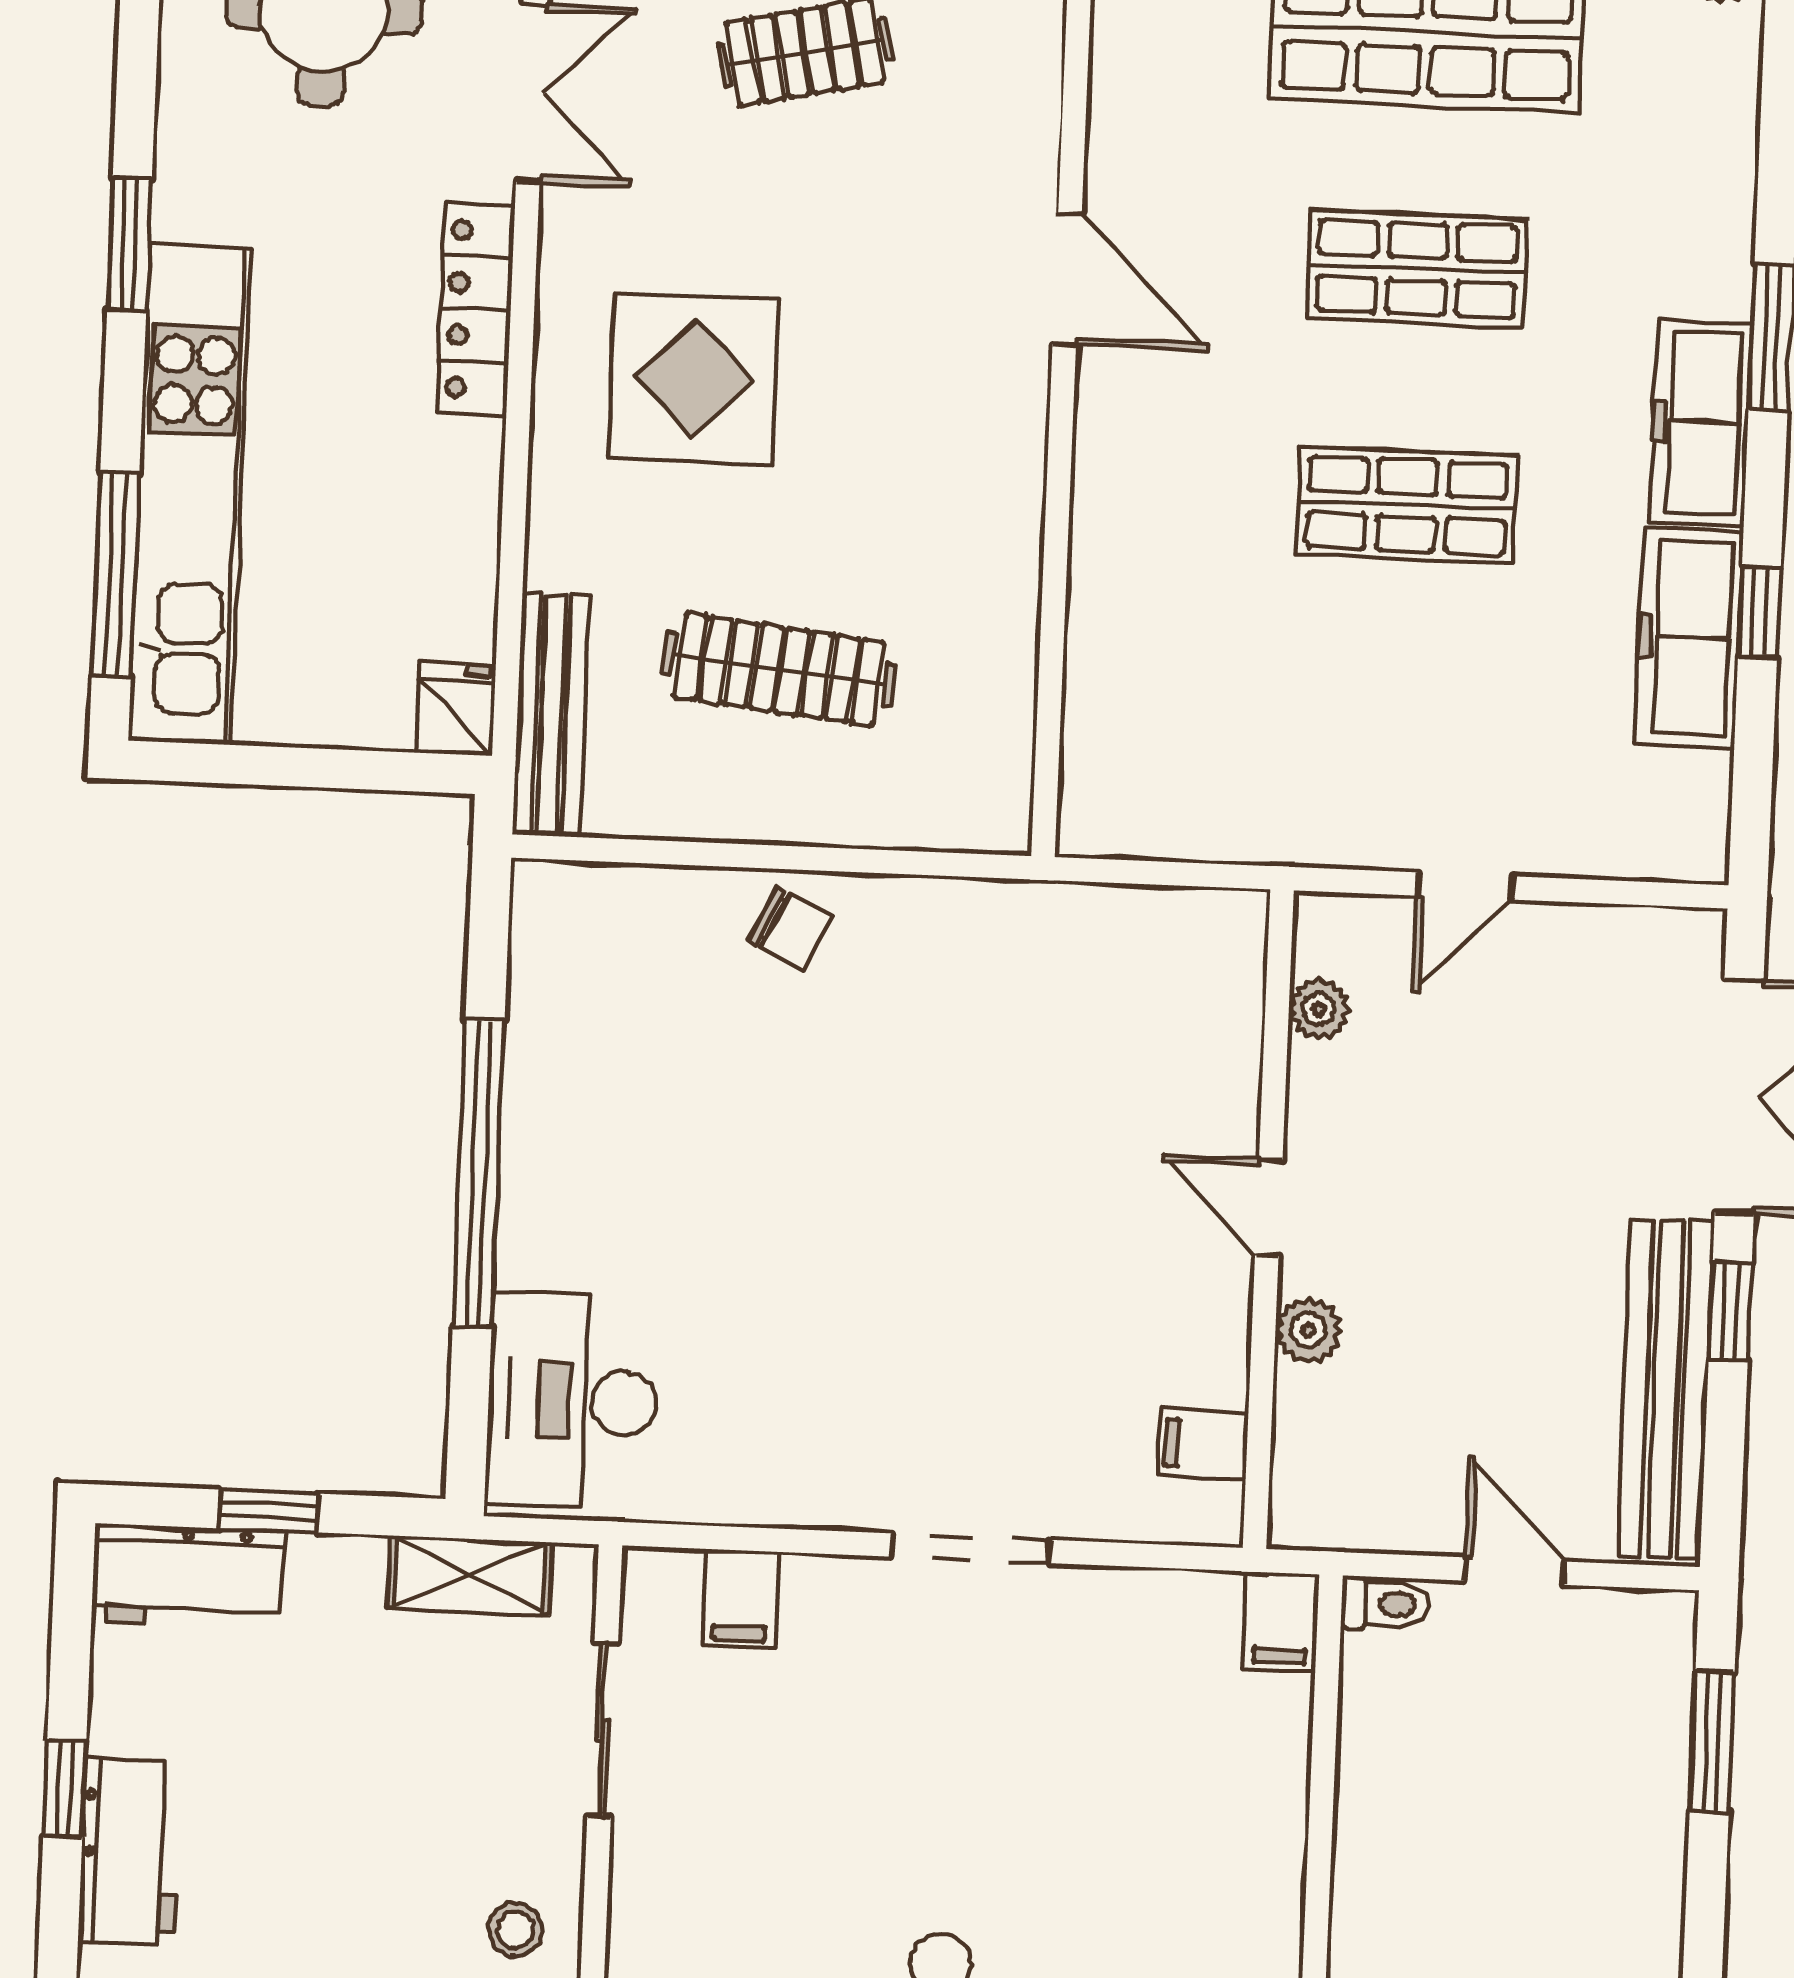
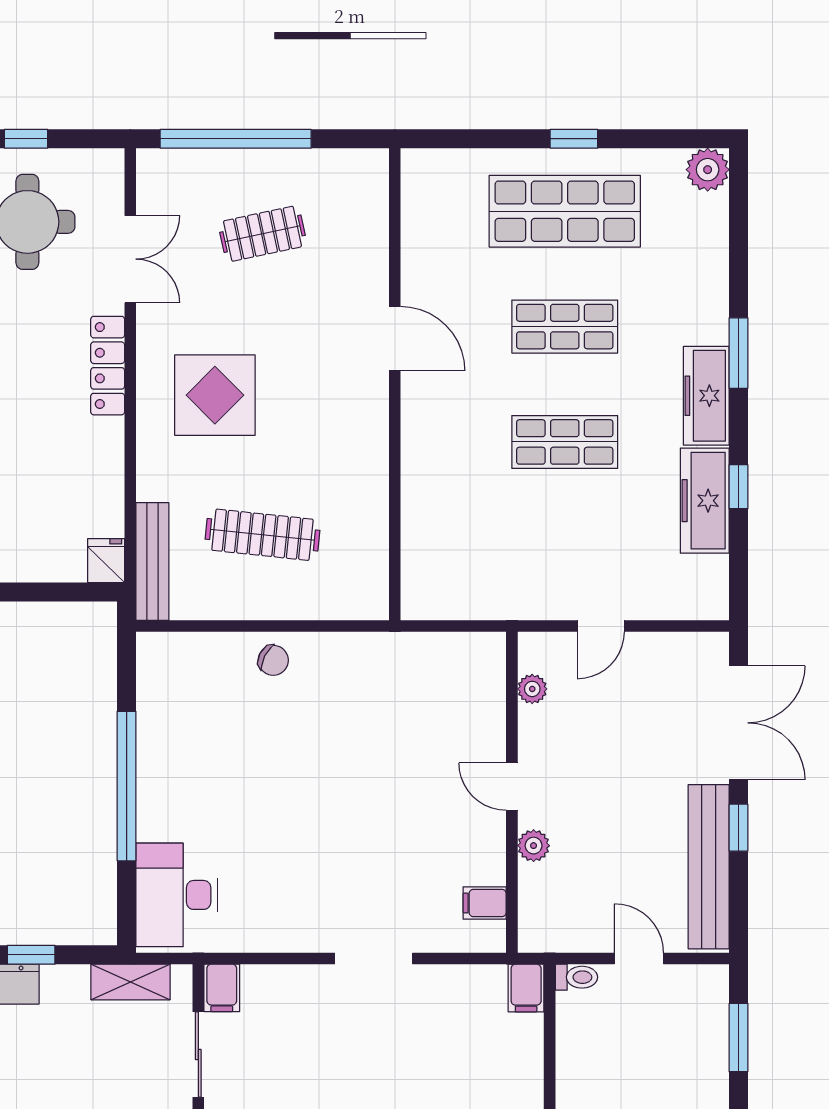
filing cabinet: (740, 1599) -> (222, 988), moved

